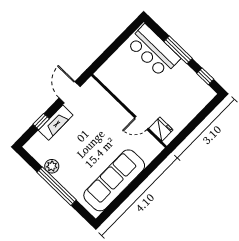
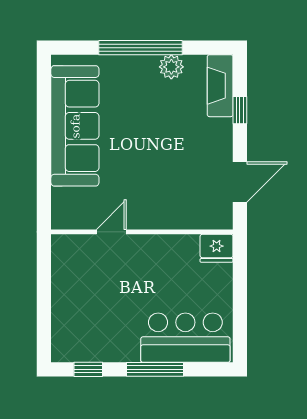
door: (70, 92) -> (240, 182), hinge flipped
fireplace: (56, 123) -> (220, 86), moved
fridge: (161, 129) -> (217, 248), moved

